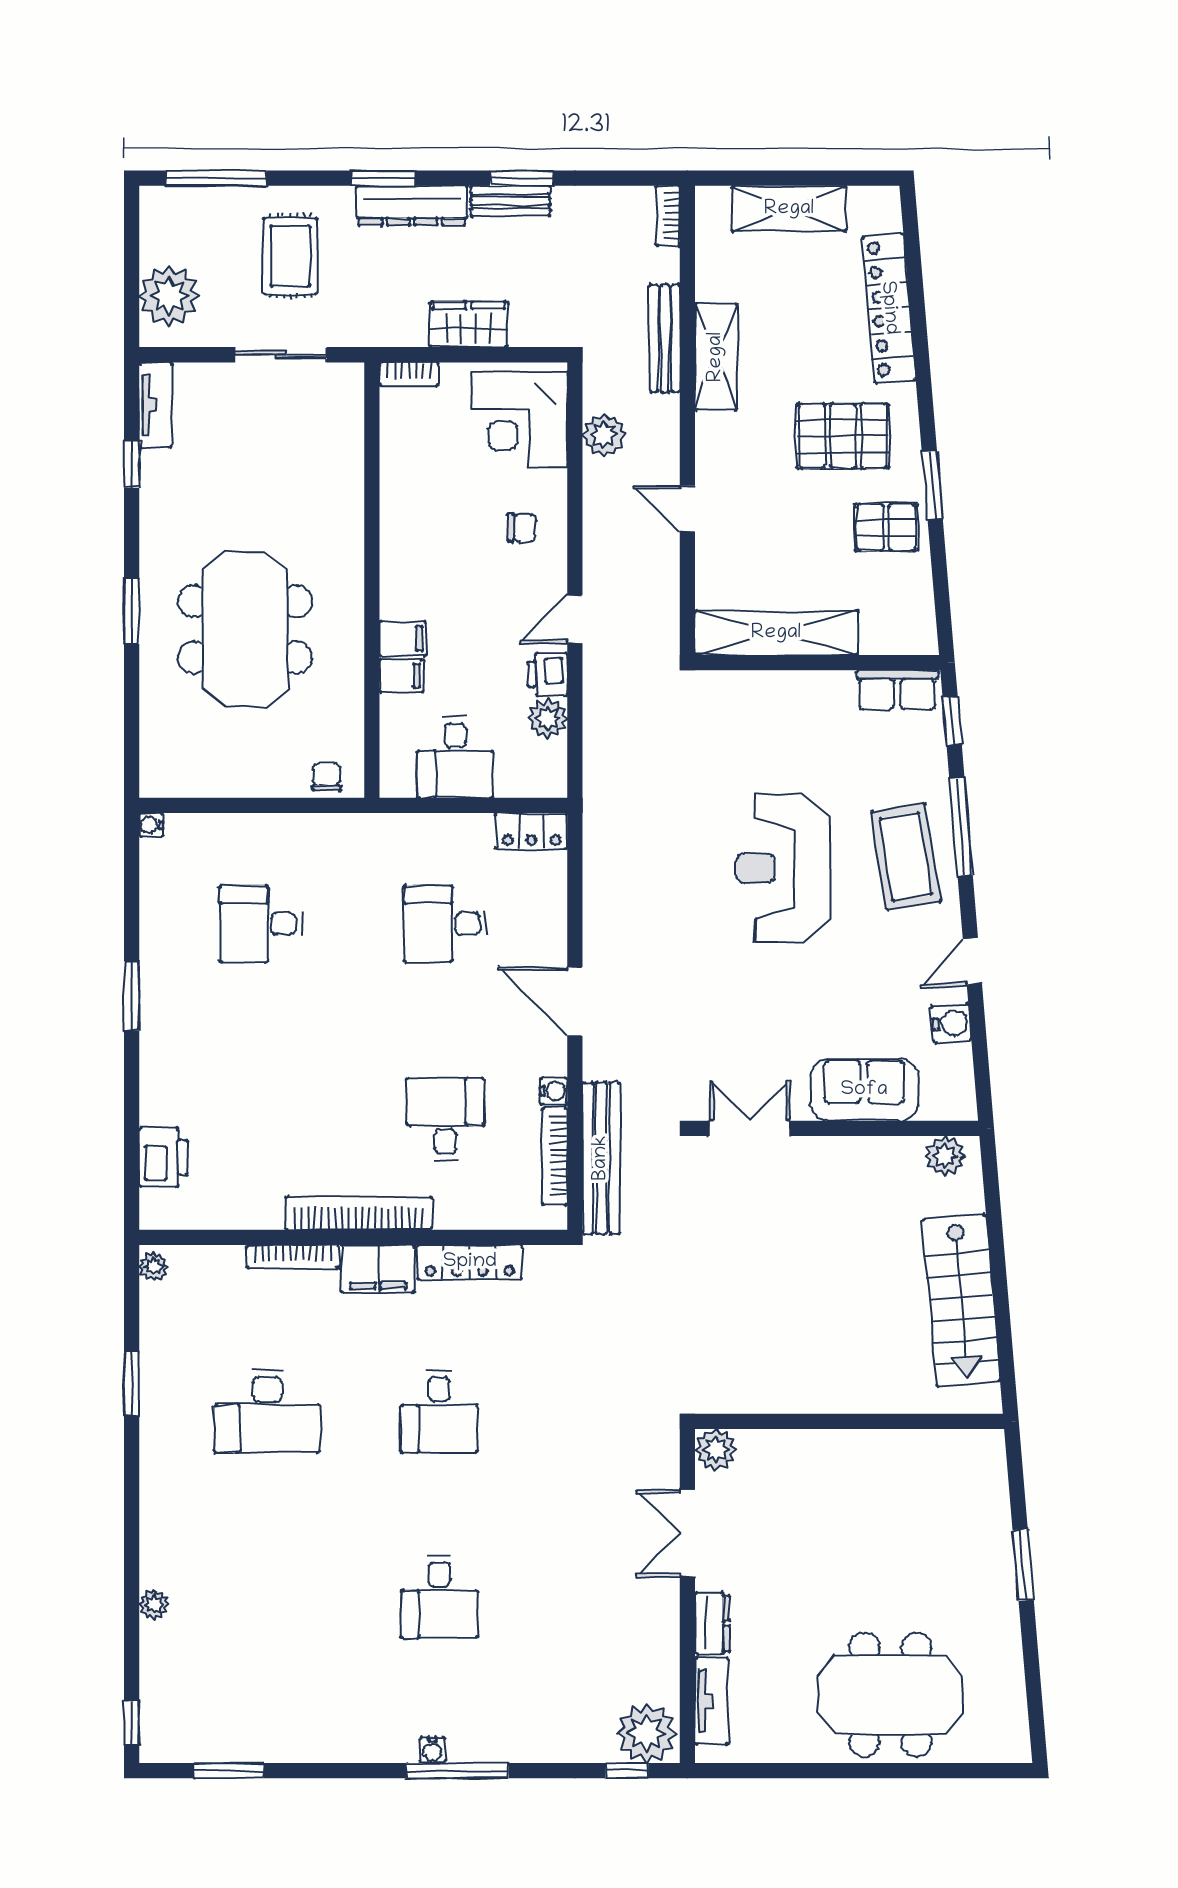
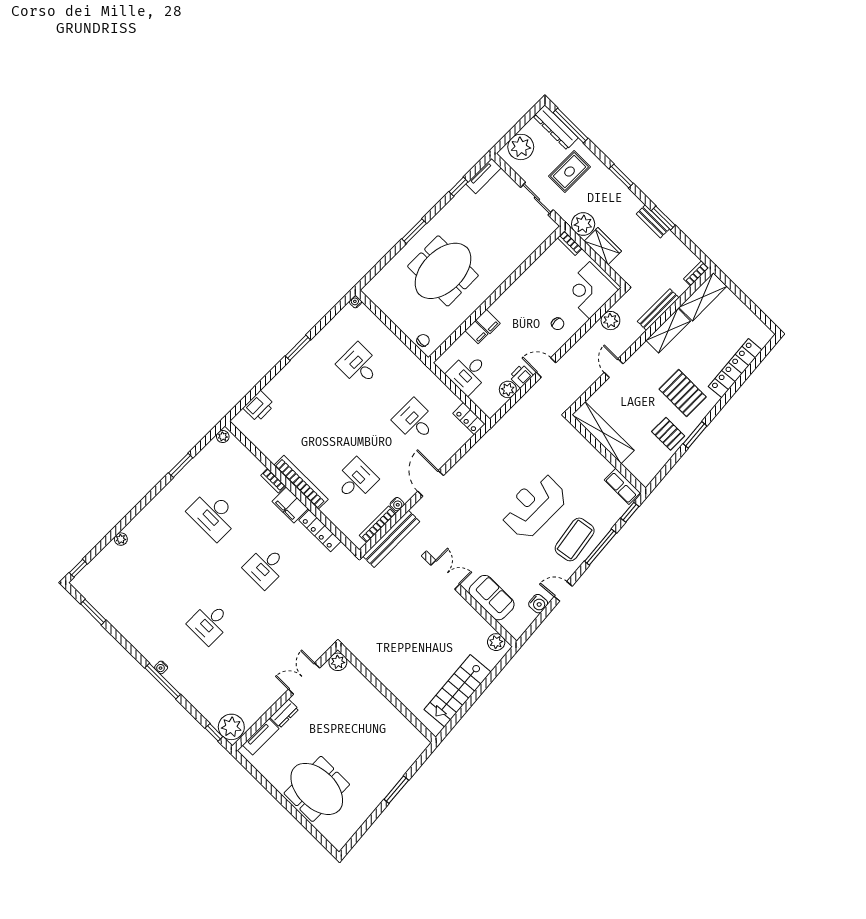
dresser: (412, 205) -> (556, 127), moved
shelving: (789, 209) -> (703, 297), moved, turned 90
plant: (399, 321) -> (583, 224), added
bookcase: (293, 1257) -> (273, 481), width x0.64

